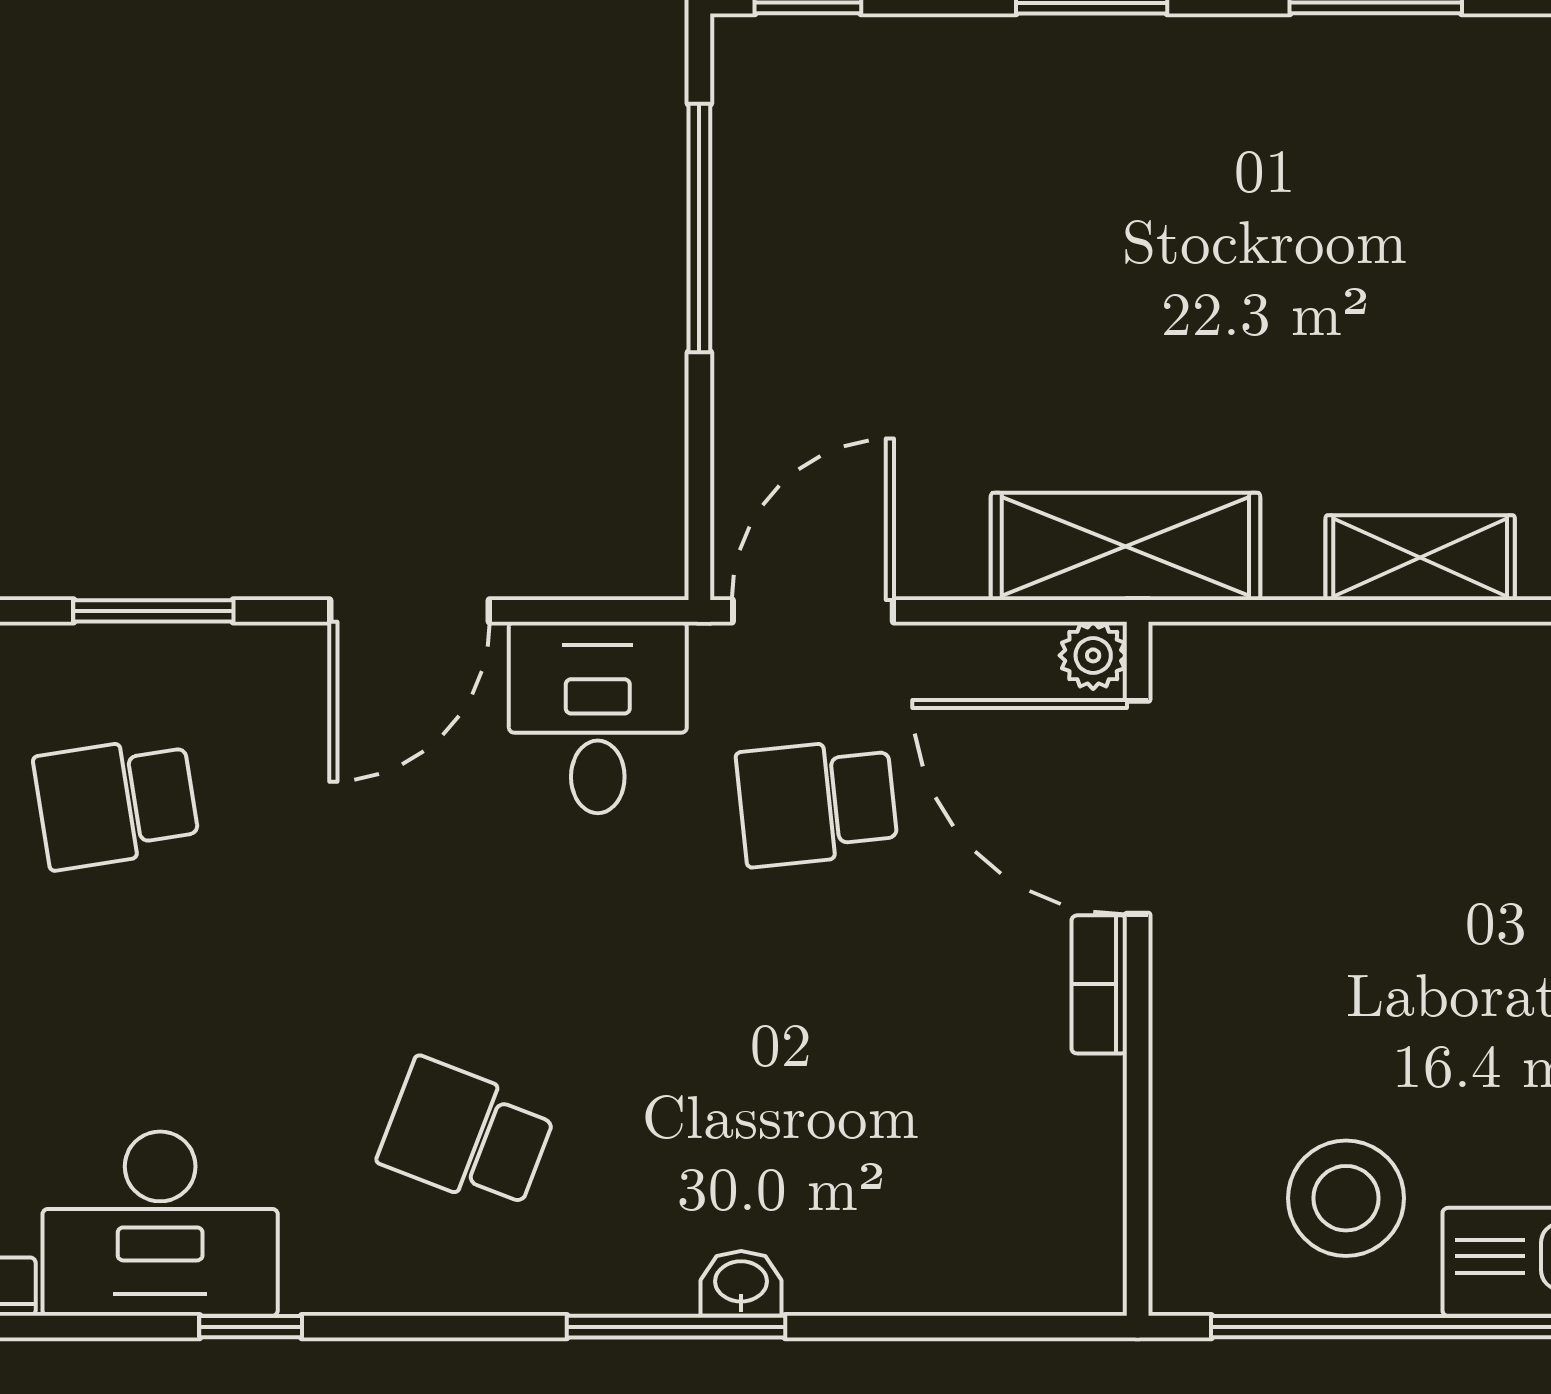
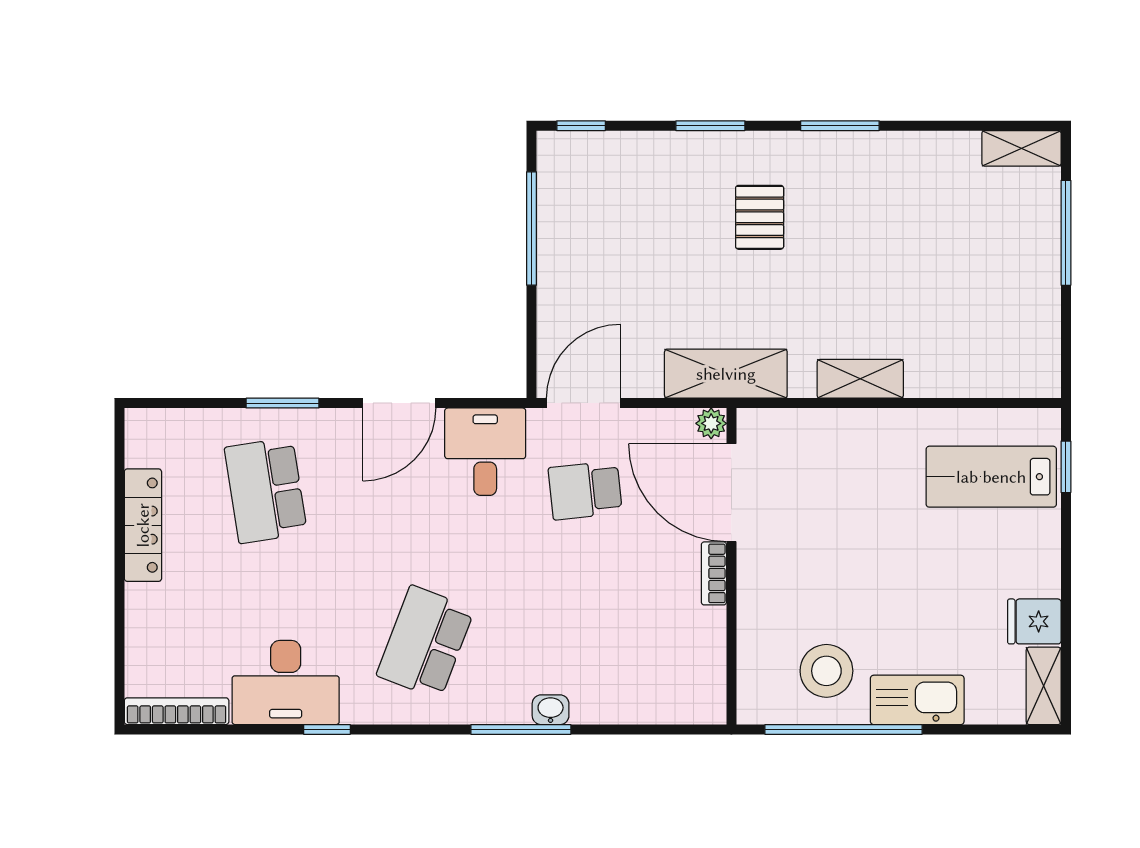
pallet: (1199, 204) -> (760, 217), added
school desk: (116, 802) -> (266, 490), width x1.85
school desk: (467, 1135) -> (425, 642), width x1.85

